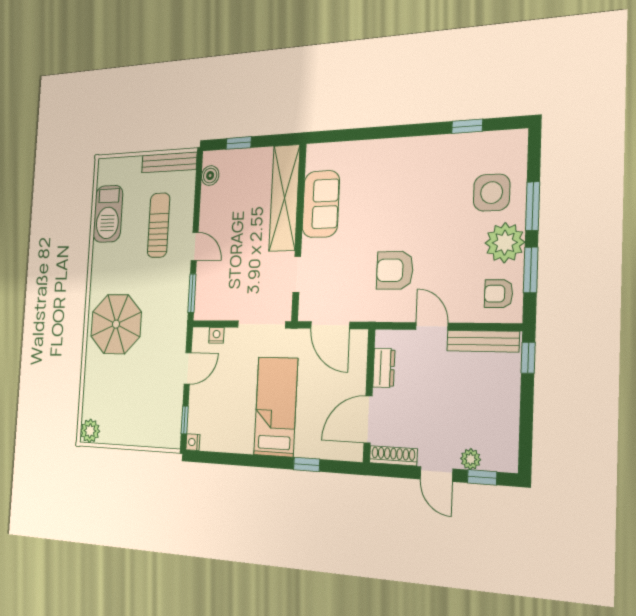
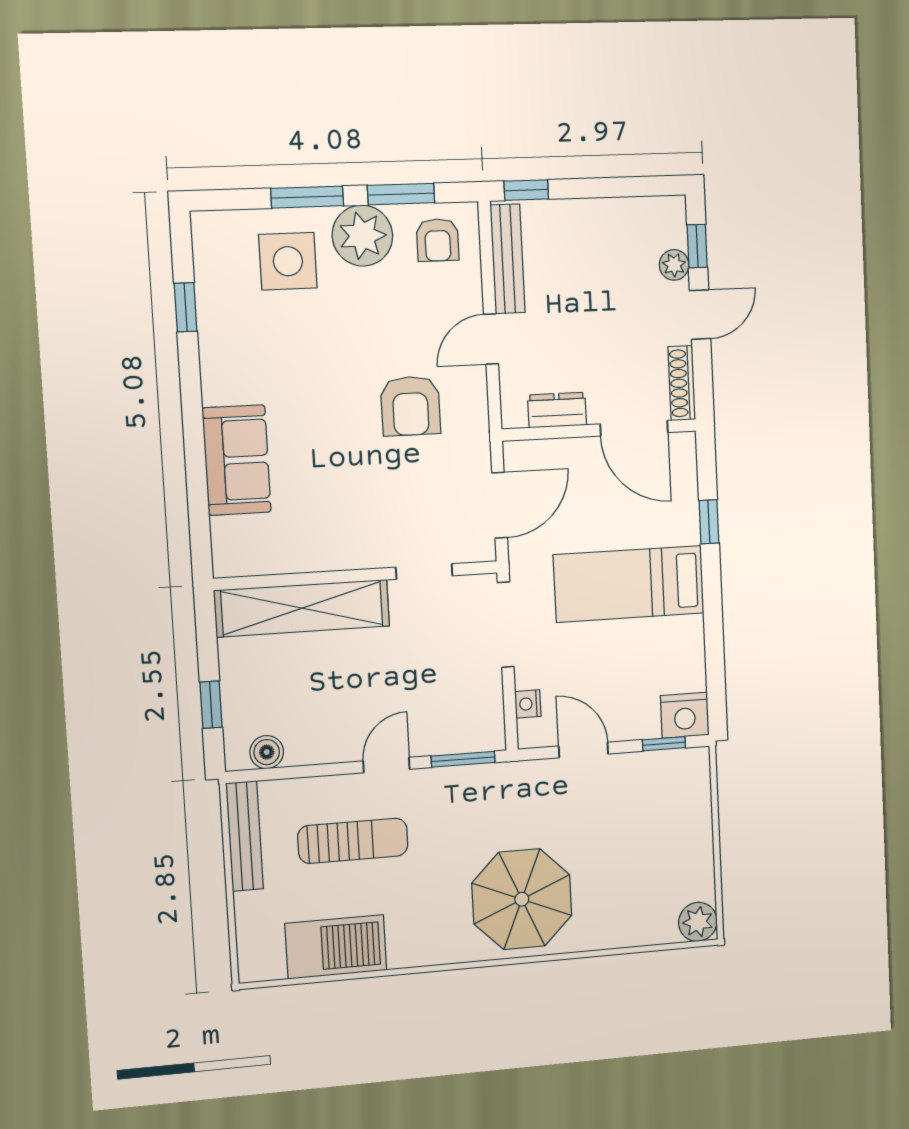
sofa: (321, 204) -> (237, 460), moved, turned 90
sun lounger: (159, 225) -> (353, 841), turned 180
nightstand: (193, 442) -> (685, 715), width x1.89, depth x1.79

